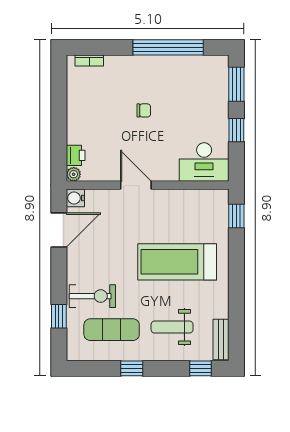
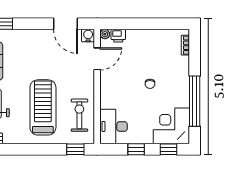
corner desk: (203, 80) -> (171, 126), added
window: (236, 84) -> (168, 149), width x0.67
door: (136, 185) -> (97, 59), moved
exercise bike: (92, 296) -> (79, 115), moved, turned 180

